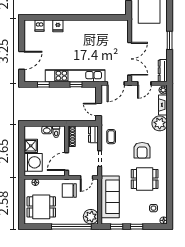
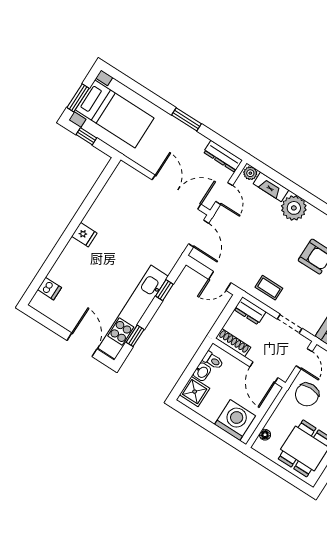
fridge: (58, 26) -> (84, 235), moved
kitchen unit: (75, 76) -> (133, 312), moved
shower: (31, 146) -> (195, 392), moved

